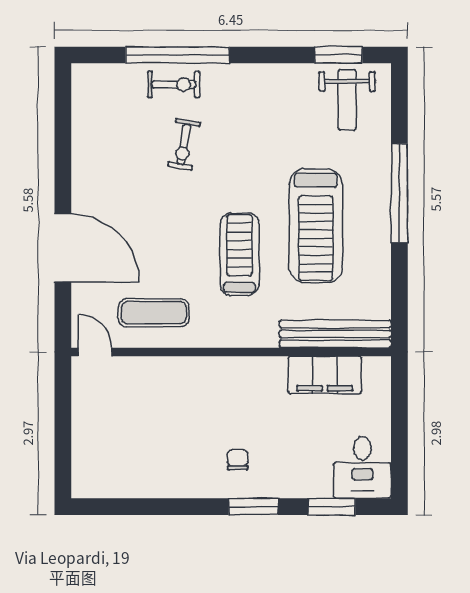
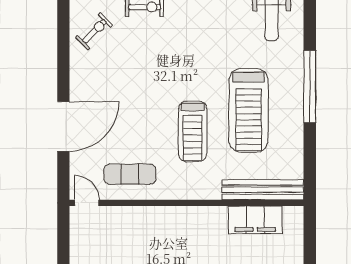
exercise bike: (184, 144) -> (94, 31), moved, turned -145
door: (63, 248) -> (63, 127), hinge flipped
treadmill: (239, 254) -> (193, 131), turned 180

